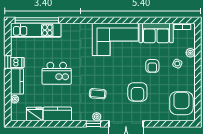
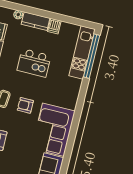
window: (8, 62) -> (57, 17), removed
armchair: (152, 66) -> (25, 105), moved
kitchen island: (57, 73) -> (34, 63), turned -90

